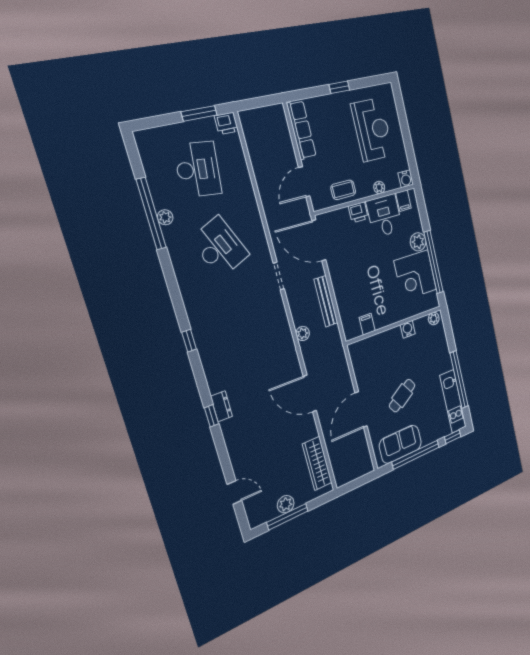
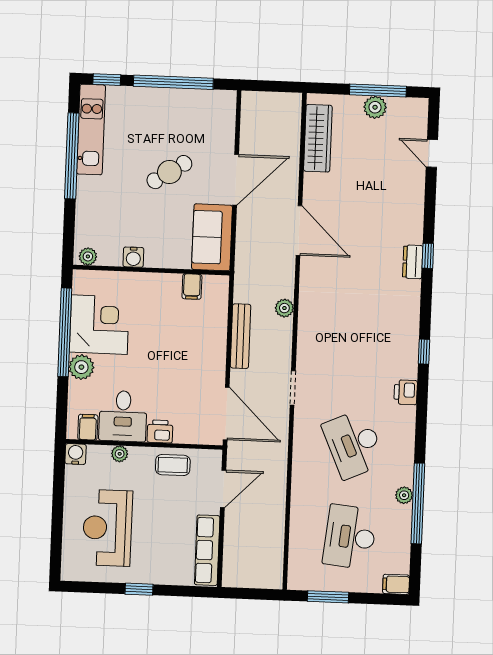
printer: (226, 123) -> (406, 392), moved, turned -90
filing cabinet: (146, 138) -> (396, 584), added
sofa: (400, 444) -> (212, 237), moved, turned 90

